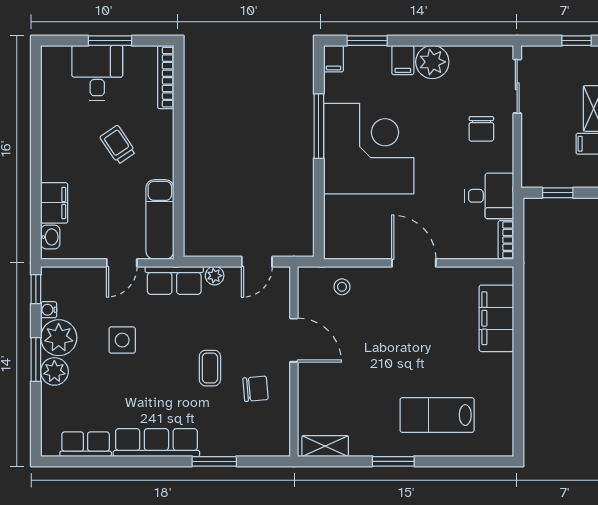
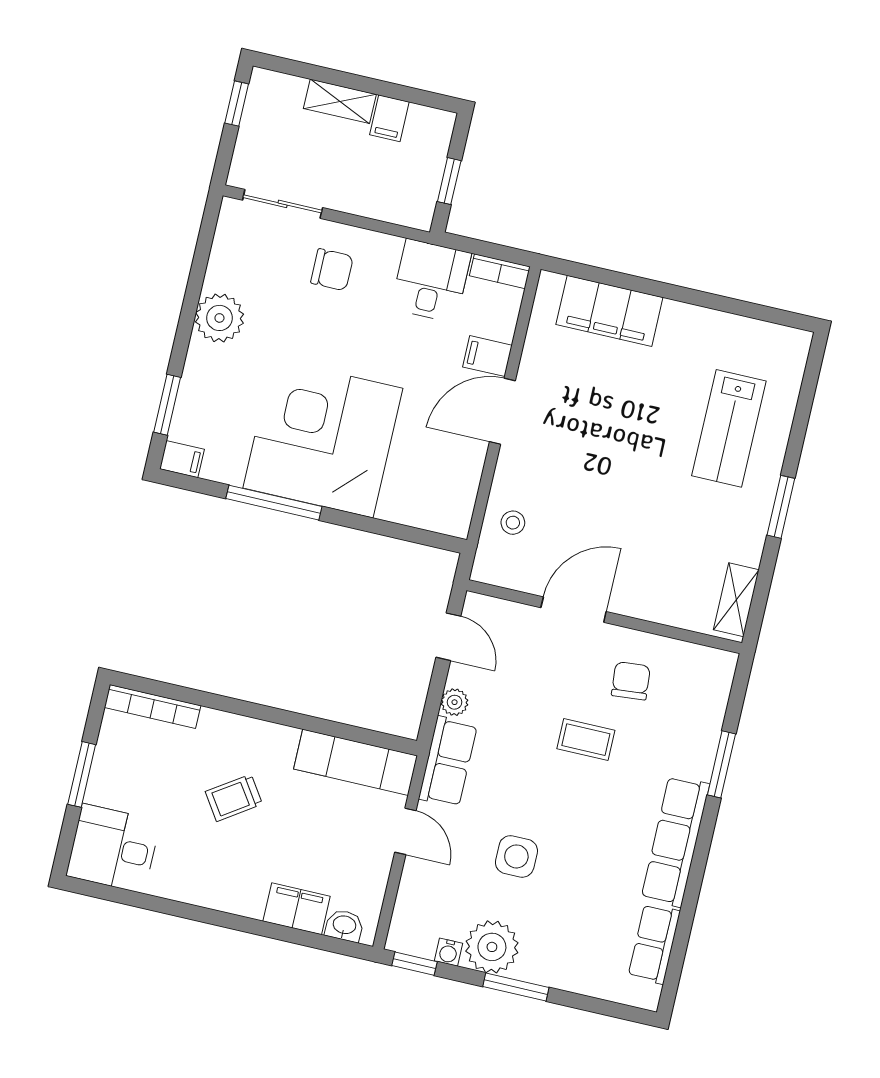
filing cabinet: (403, 60) -> (487, 356), moved, turned 180
desk: (97, 73) -> (113, 848), moved
plant: (54, 371) -> (539, 964), removed

